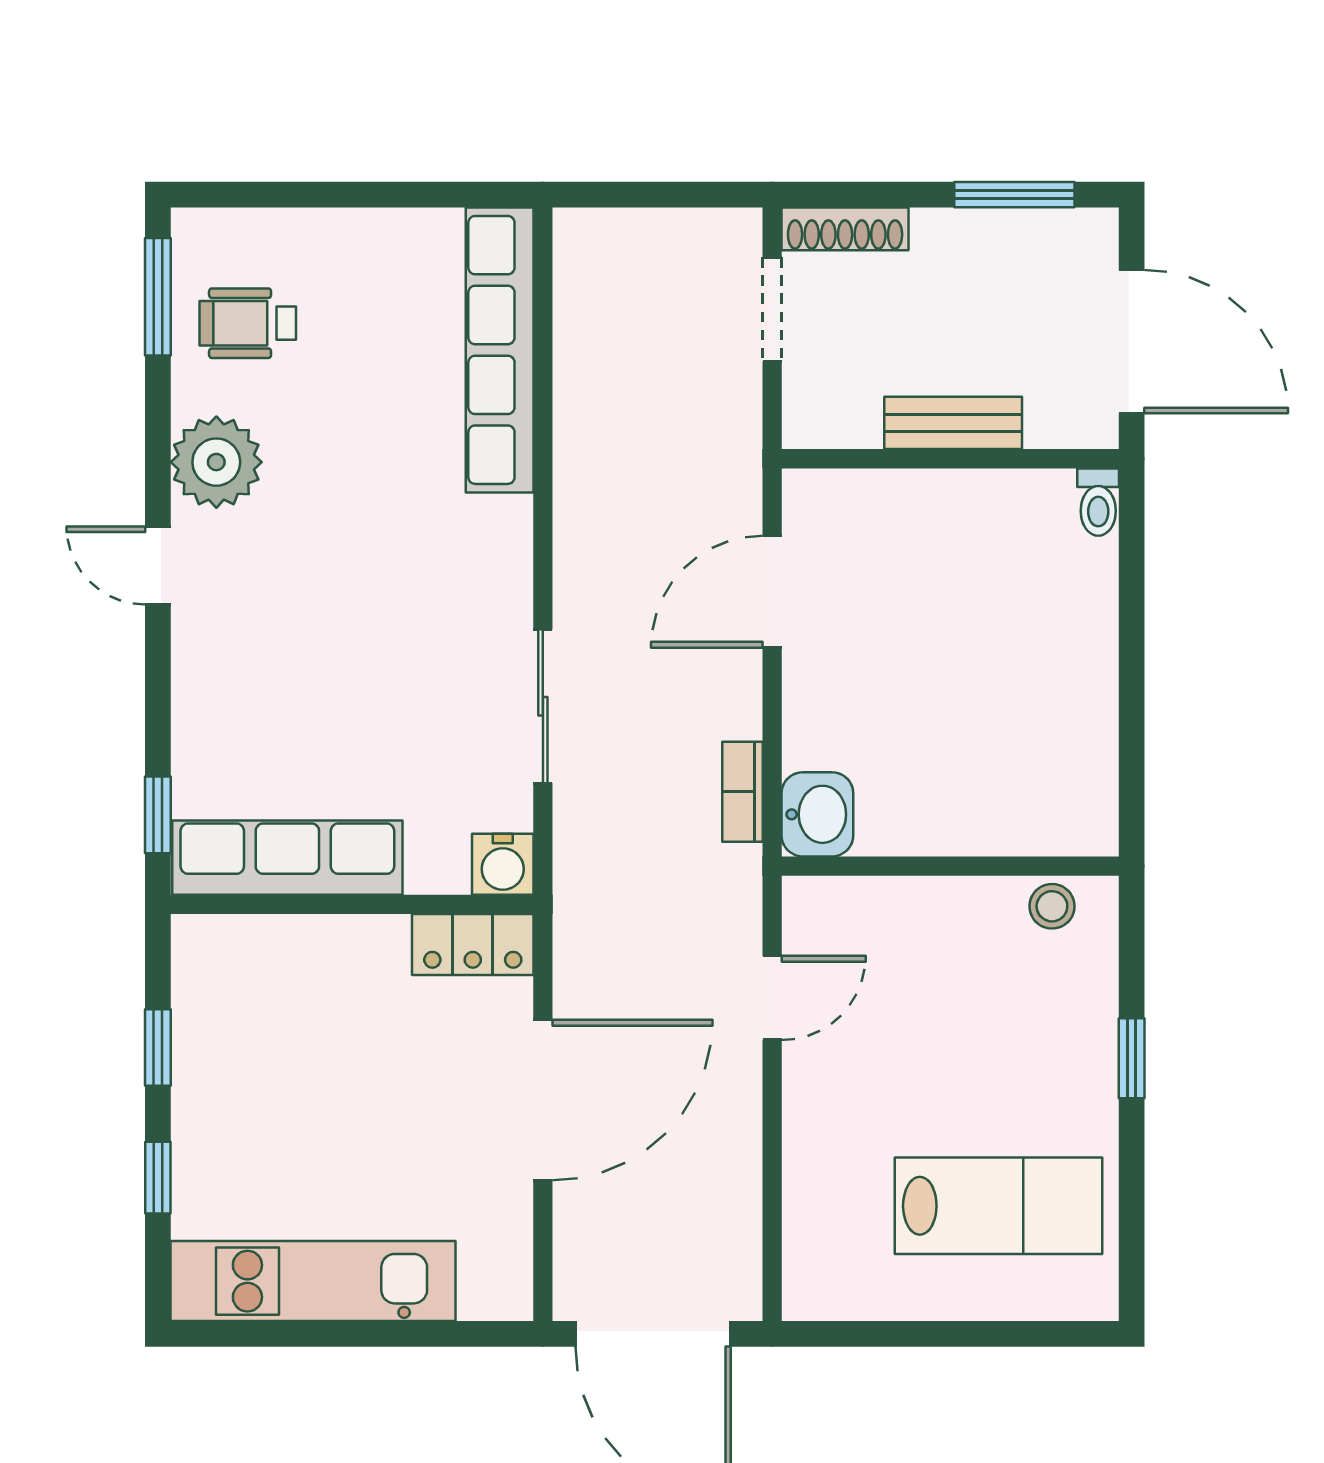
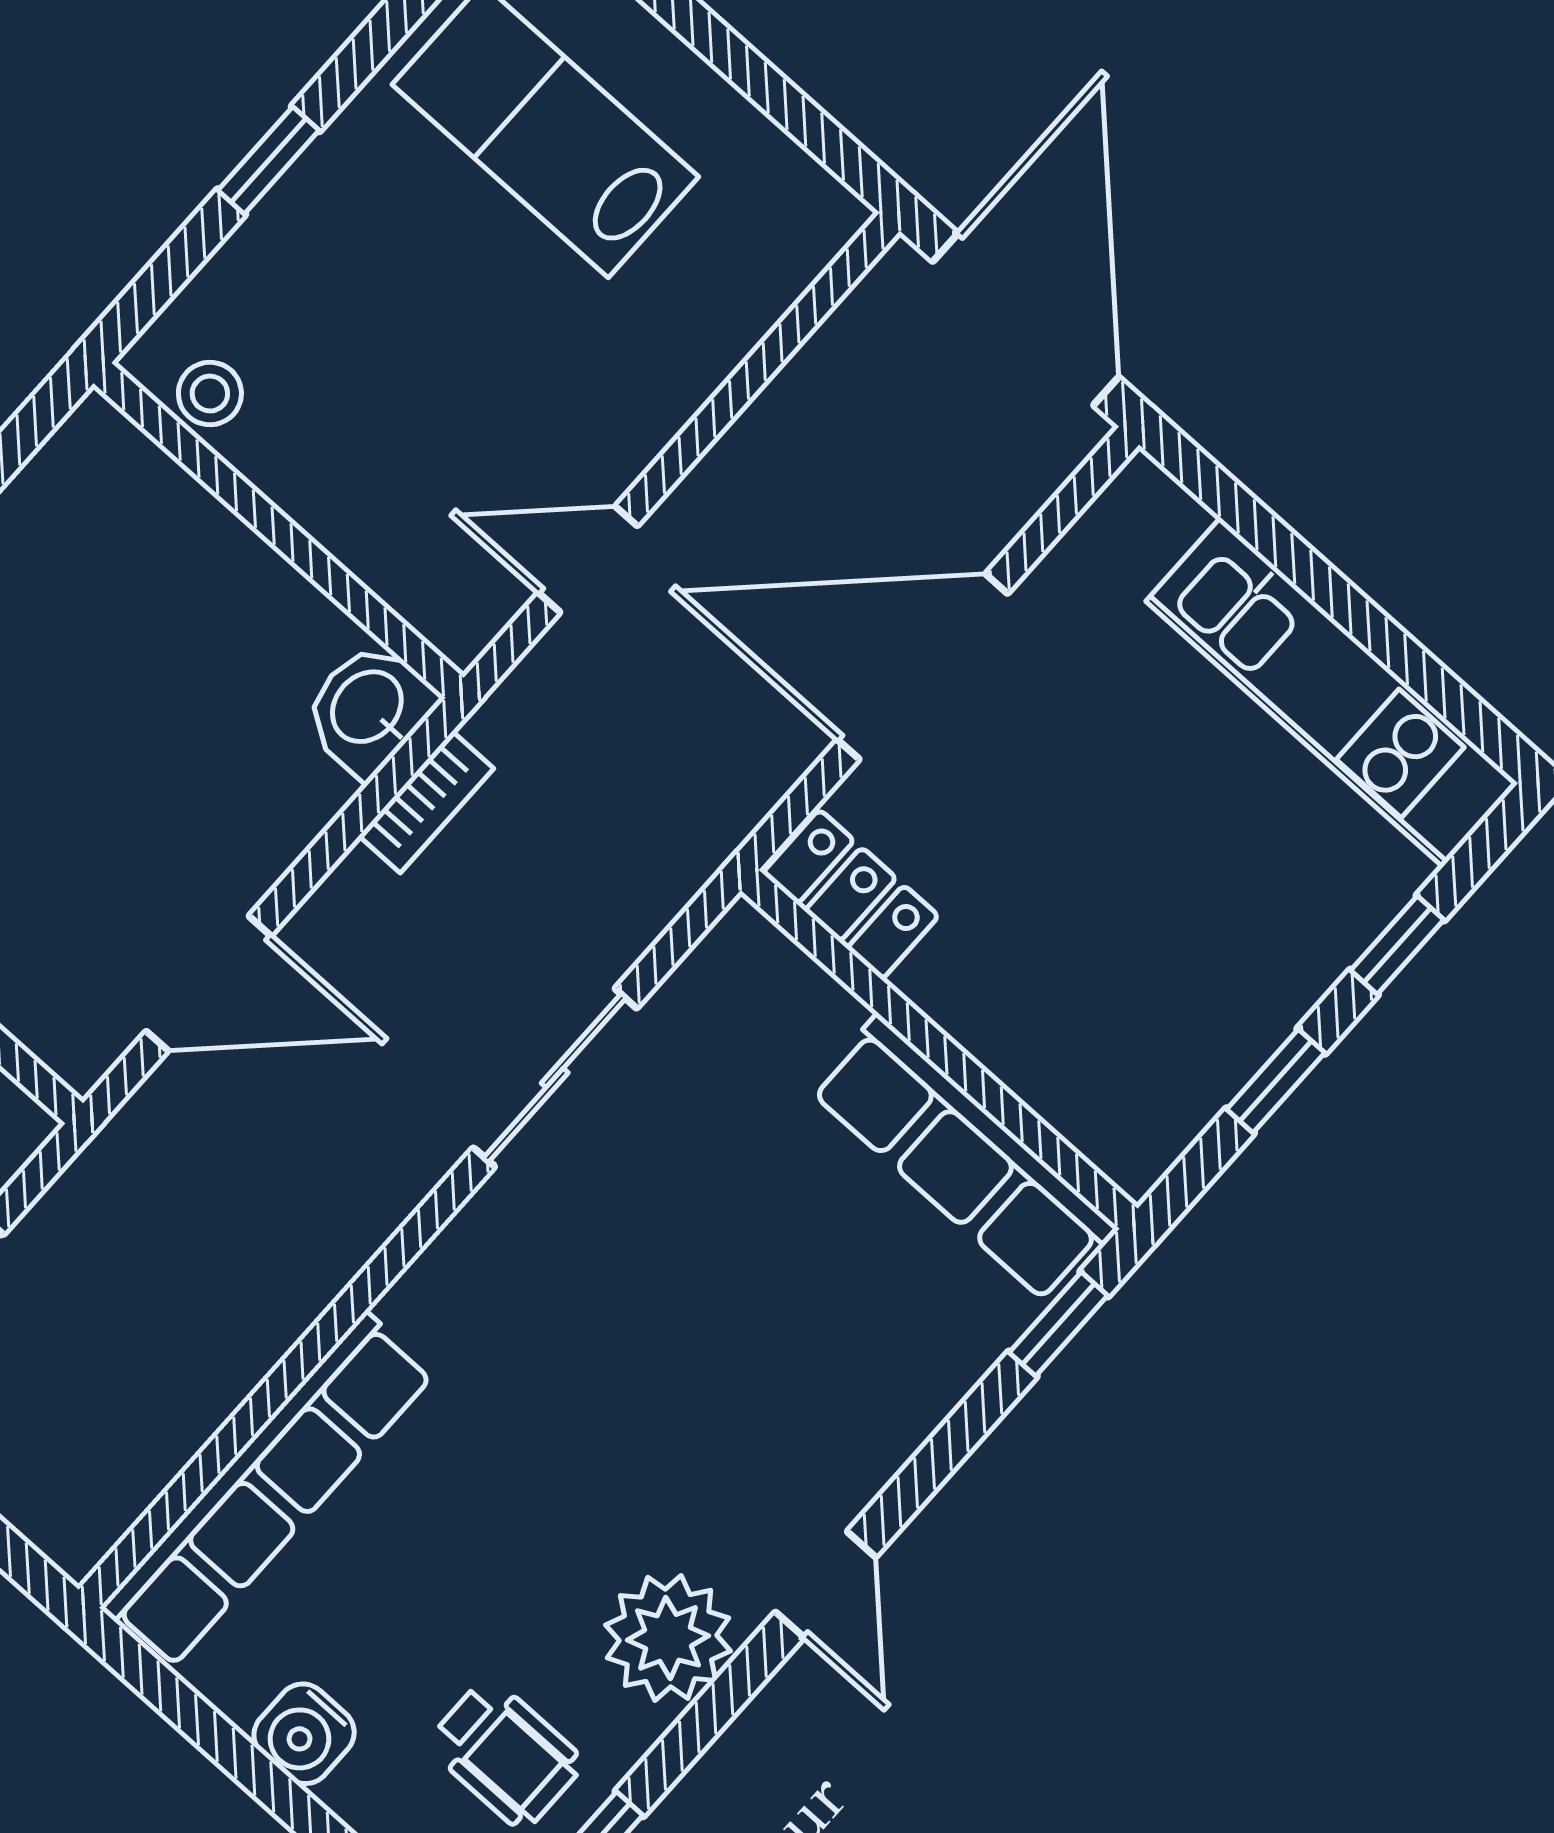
water cooler: (503, 864) -> (304, 1734), moved, turned 180

